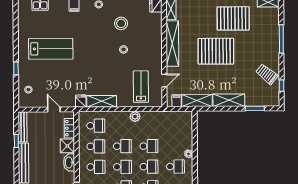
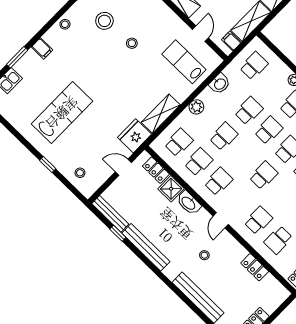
fridge: (81, 101) -> (135, 136), width x1.88, depth x1.34
plant: (135, 116) -> (196, 107), moved
washbasin: (148, 117) -> (220, 84), added
school desk: (122, 167) -> (254, 66), moved

